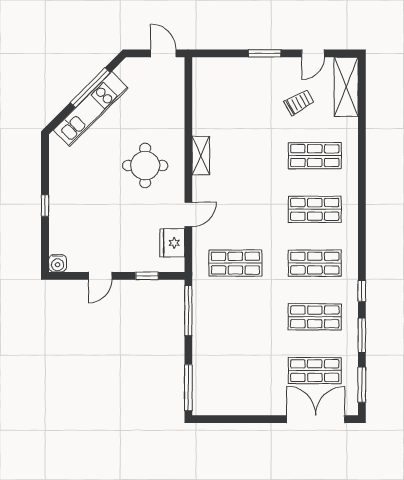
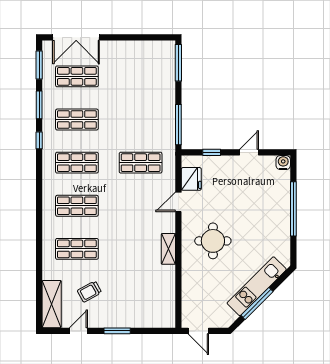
window: (45, 205) -> (293, 209), width x3.17

